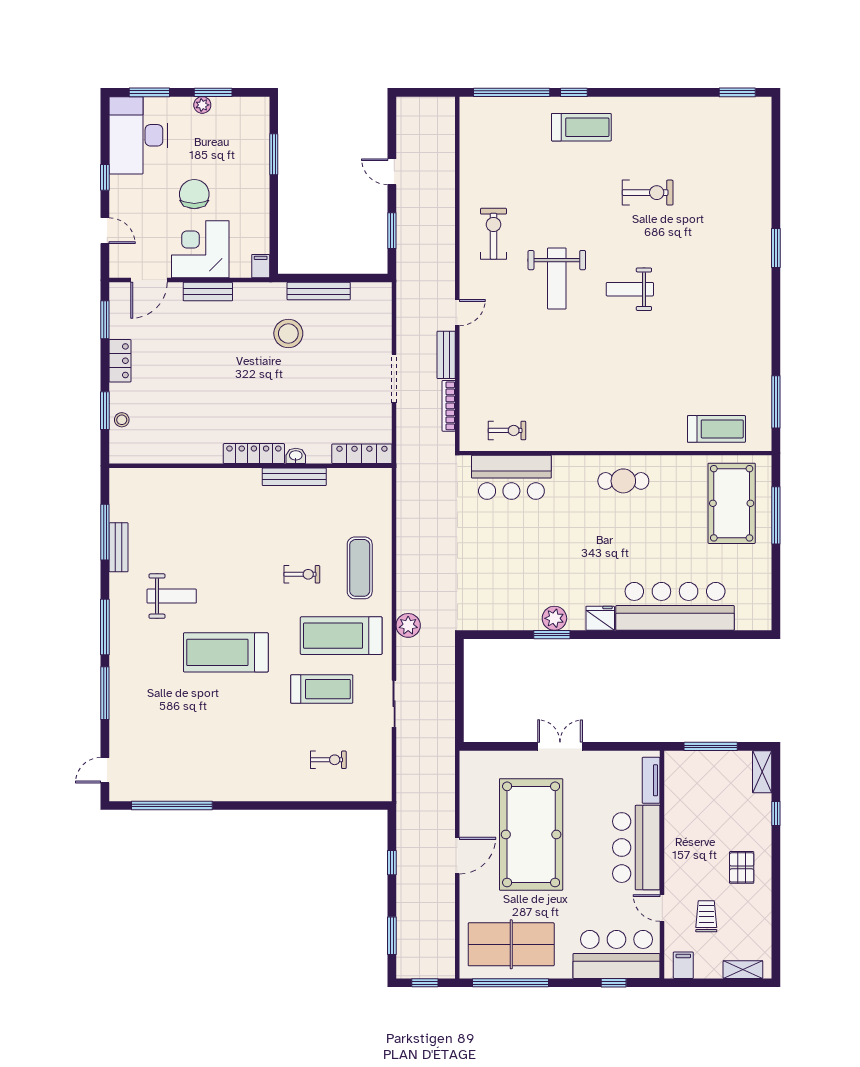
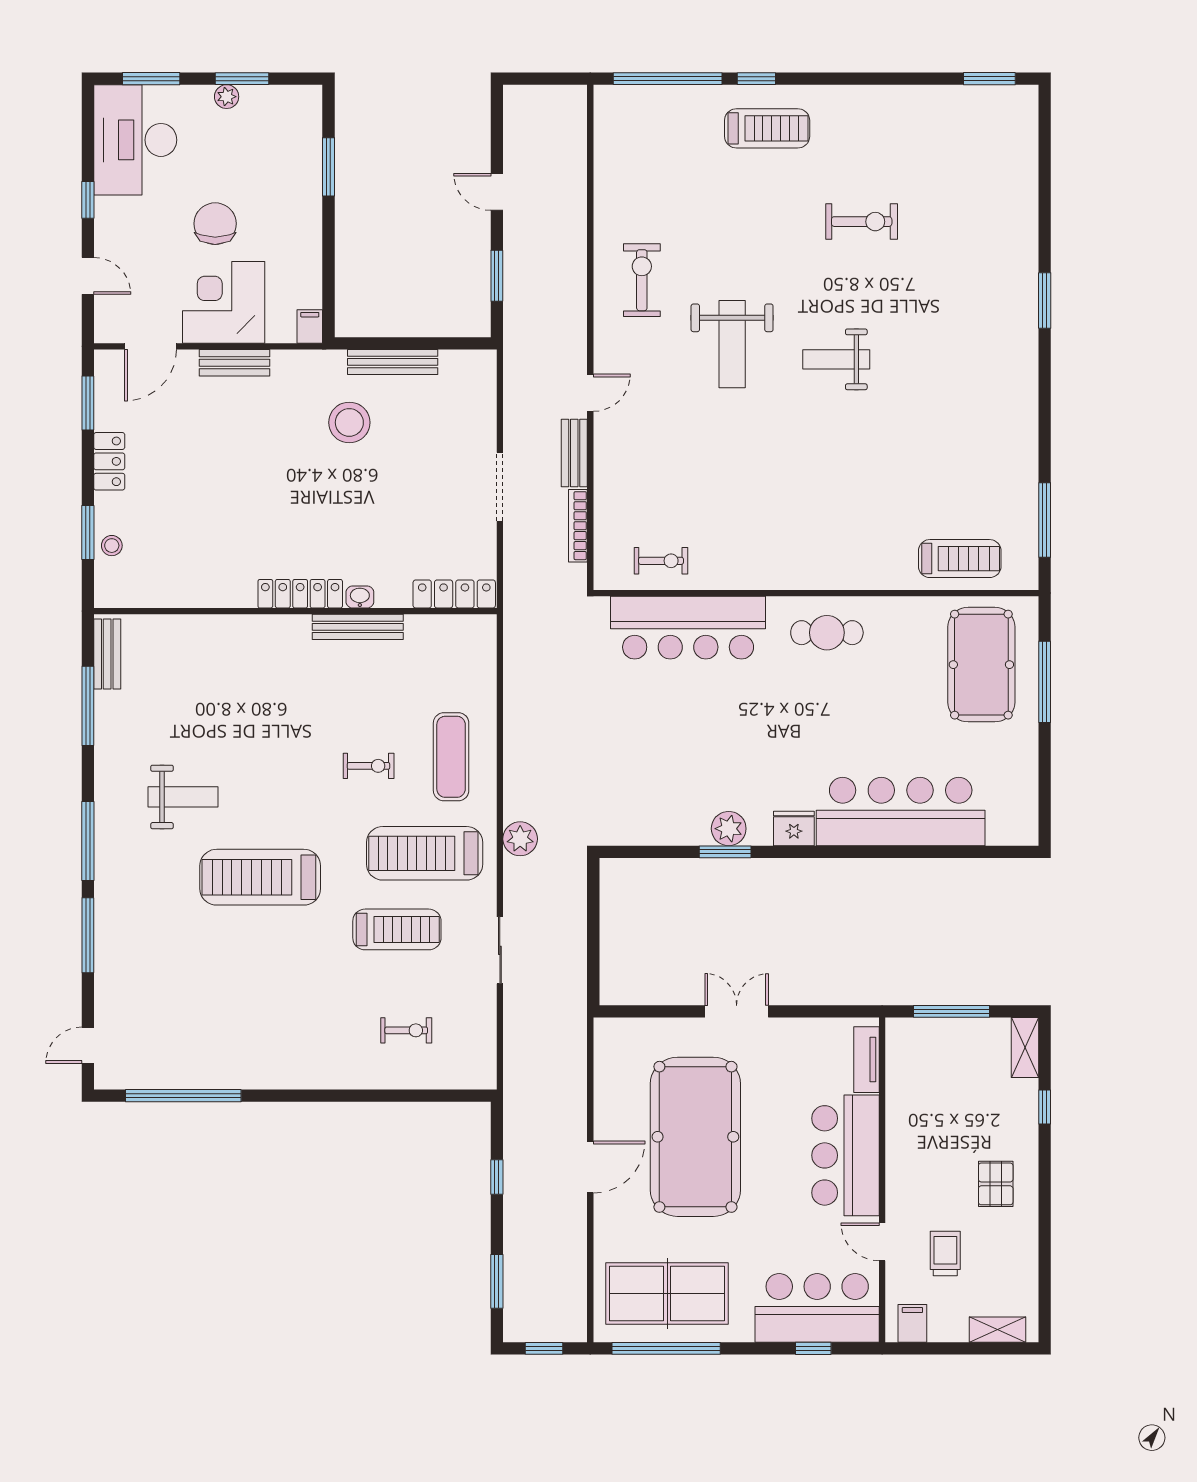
bar counter: (511, 477) -> (688, 628), width x1.36
bench: (119, 547) -> (107, 654), moved

